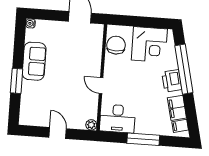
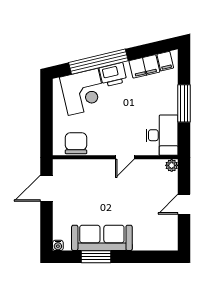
corner desk: (149, 44) -> (83, 92), moved, turned 77
chair: (116, 45) -> (76, 143), turned 90
sofa: (34, 61) -> (102, 238), width x1.36
window: (17, 81) -> (96, 257), moved

